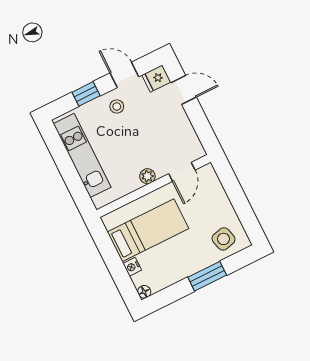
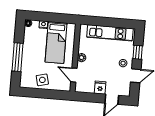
fridge: (156, 78) -> (100, 88), moved
side table: (223, 239) -> (42, 80), moved
window: (207, 276) -> (18, 57), width x1.44

